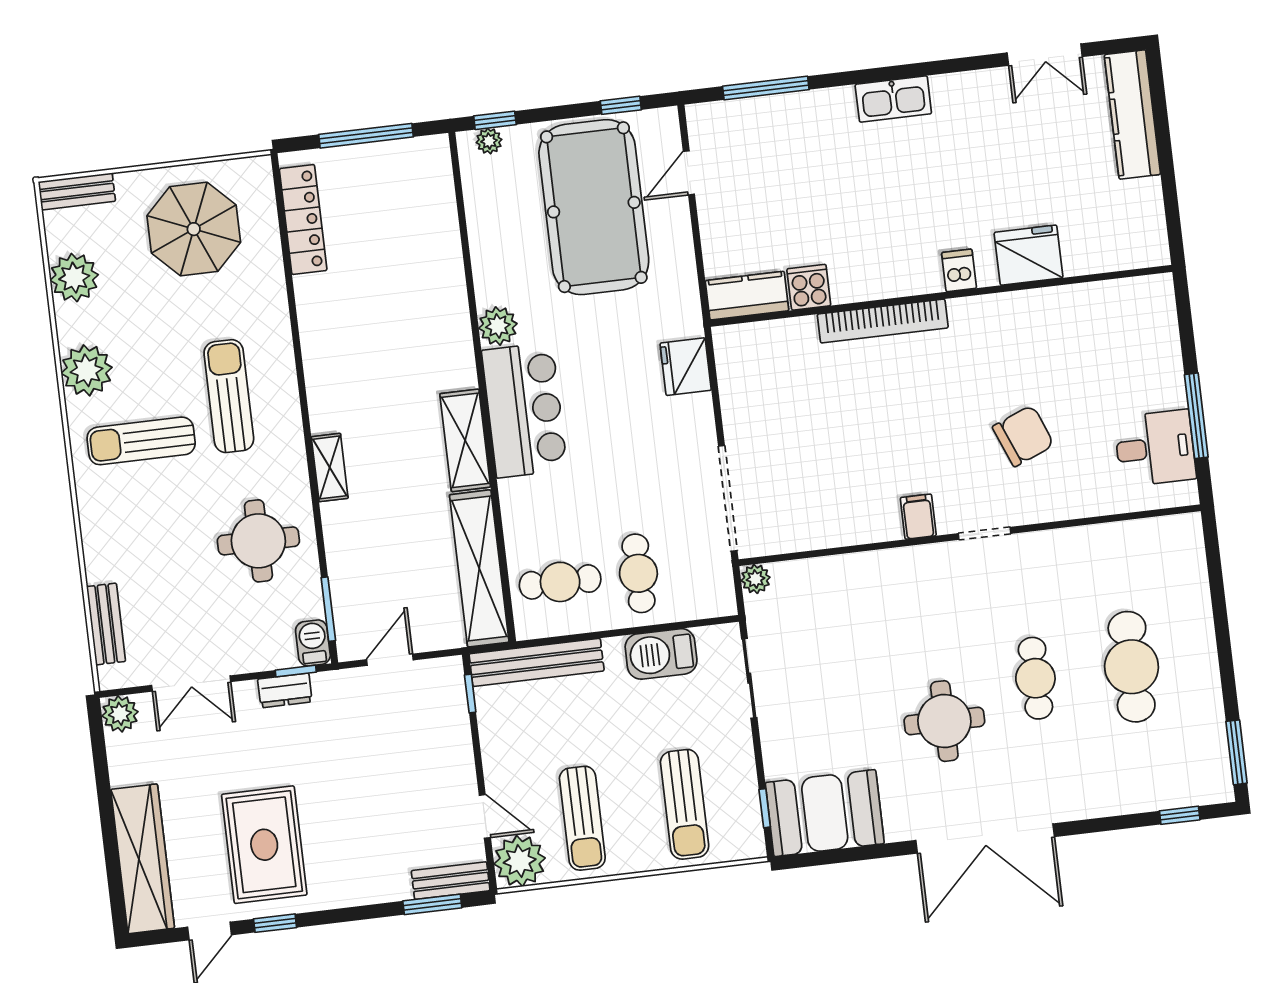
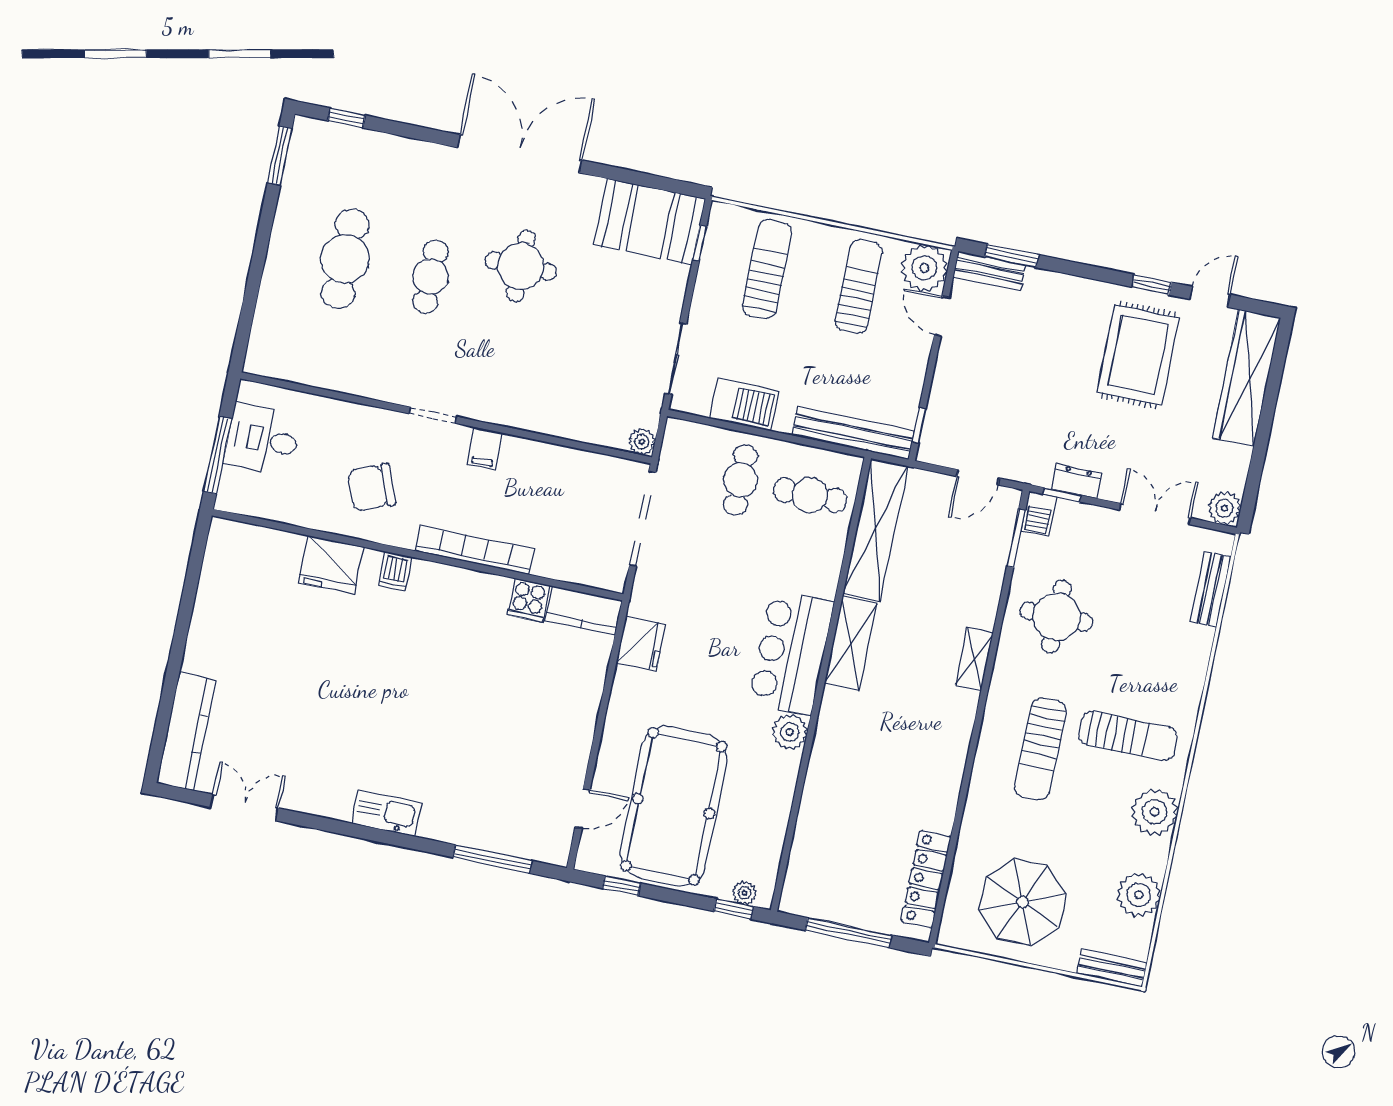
fridge: (1028, 255) -> (331, 565), moved
dishwasher: (959, 270) -> (395, 571), moved
cooker: (809, 287) -> (528, 600), moved
kitchen counter: (747, 296) -> (584, 611), moved
wall: (941, 296) -> (418, 555), moved
bookcase: (883, 321) -> (475, 550), moved

